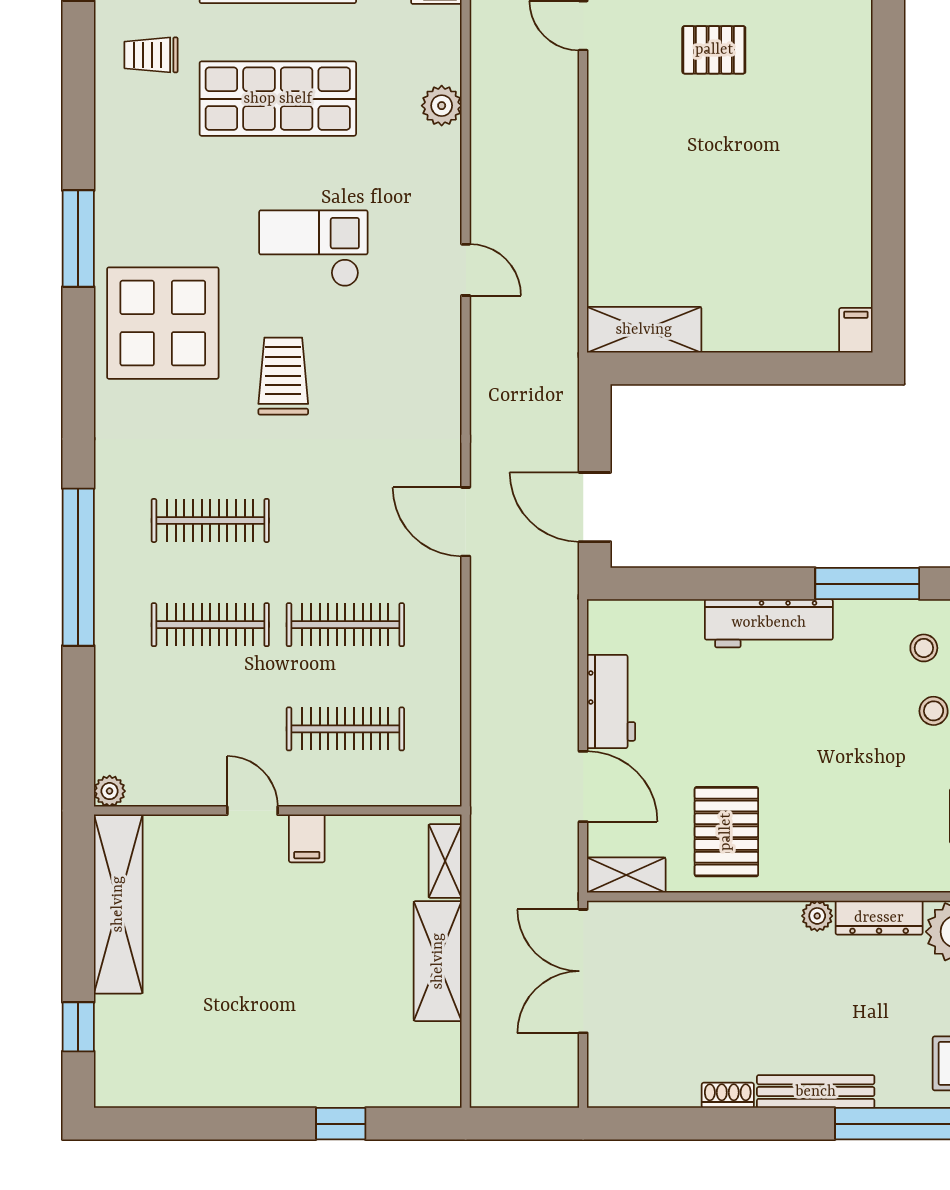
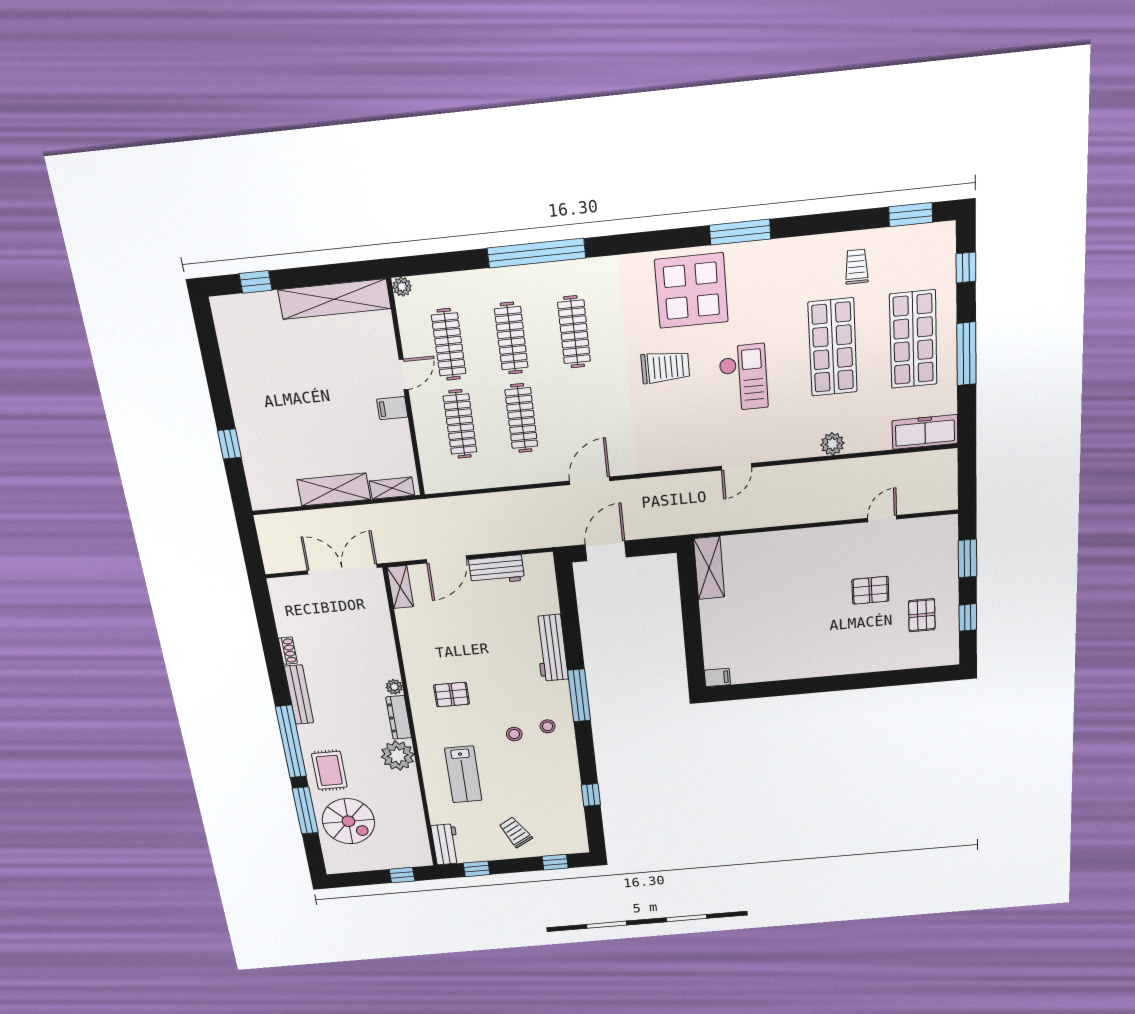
pallet: (714, 50) -> (870, 590), turned 90
clothes rail: (210, 729) -> (449, 344), added
pallet: (726, 832) -> (452, 695), moved, width x0.67, depth x0.71

